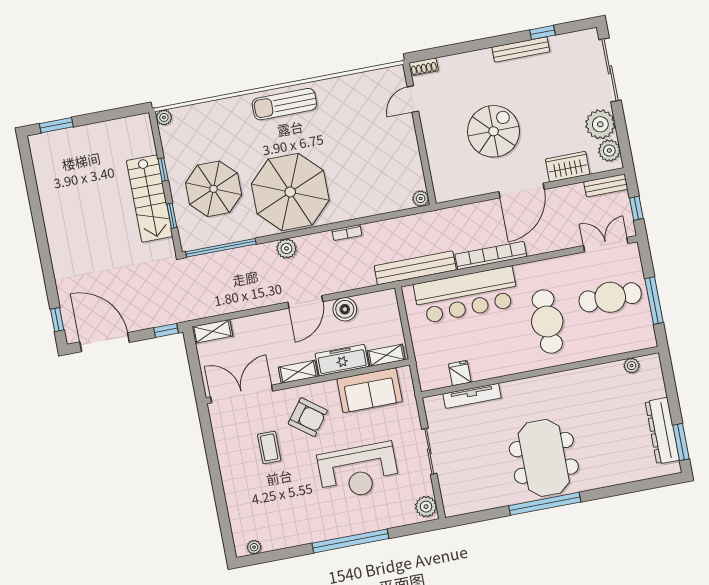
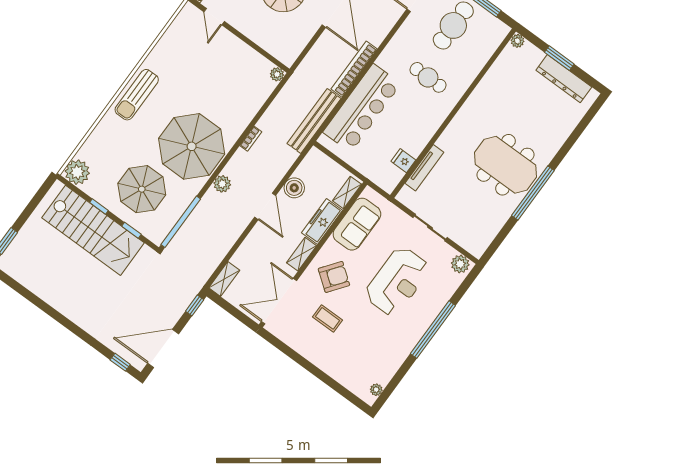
plant: (164, 117) -> (77, 172), width x1.87, depth x1.87
stairs: (150, 199) -> (93, 230), width x1.36, depth x1.51
cafe table: (547, 322) -> (428, 77), width x0.73, depth x0.74
plant: (632, 366) -> (517, 41), moved
window: (681, 442) -> (559, 58), moved

